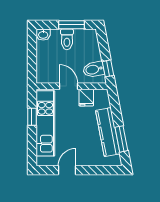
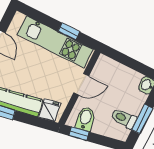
toilet: (67, 39) -> (124, 119), moved
fridge: (86, 98) -> (49, 110), moved, turned 79

